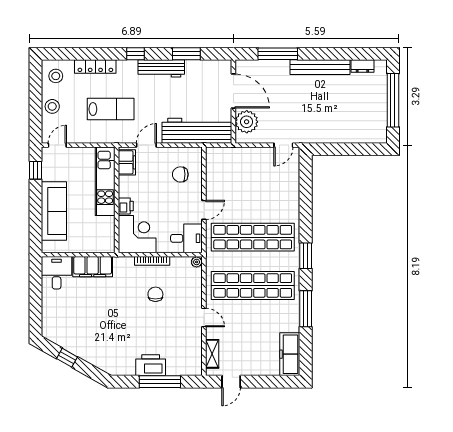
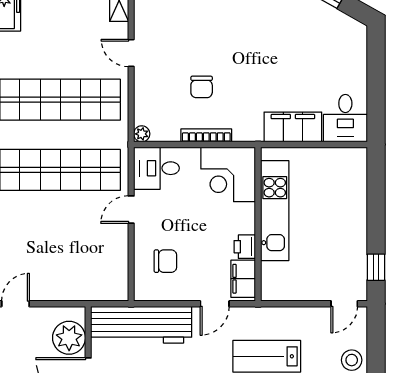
kitchen unit: (105, 181) -> (275, 211), moved
printer: (126, 206) -> (245, 247), moved
sofa: (54, 211) -> (349, 208), removed

